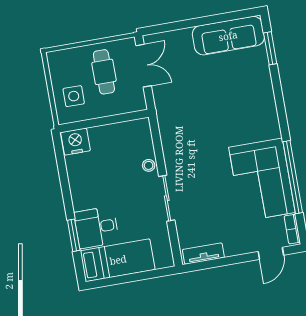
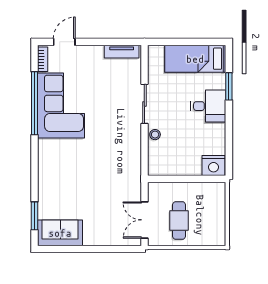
sofa: (228, 36) -> (60, 233), width x0.73
side table: (74, 96) -> (208, 204), removed
desk: (97, 227) -> (208, 106), moved

